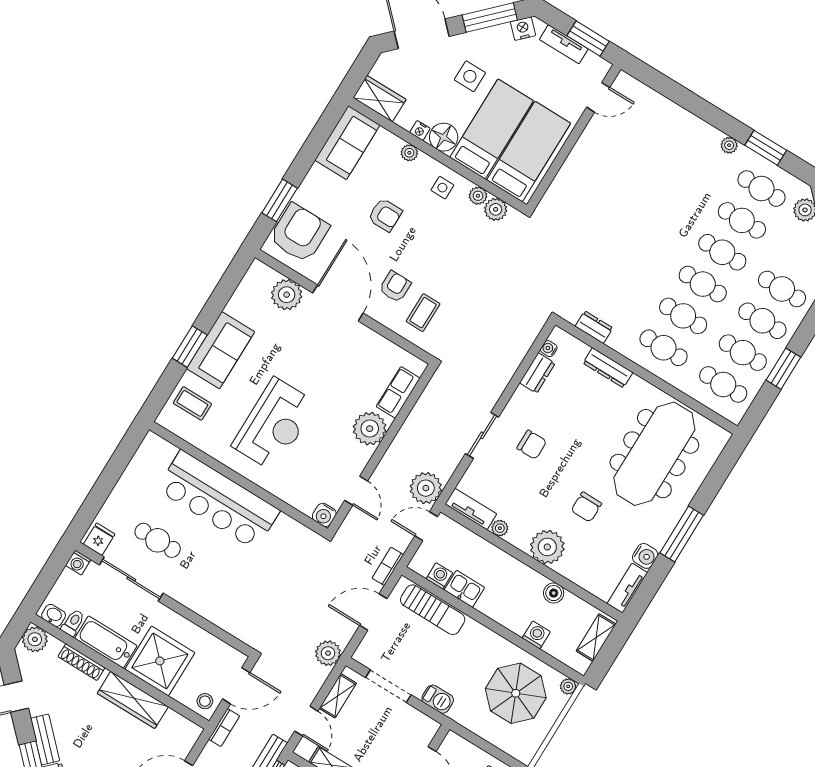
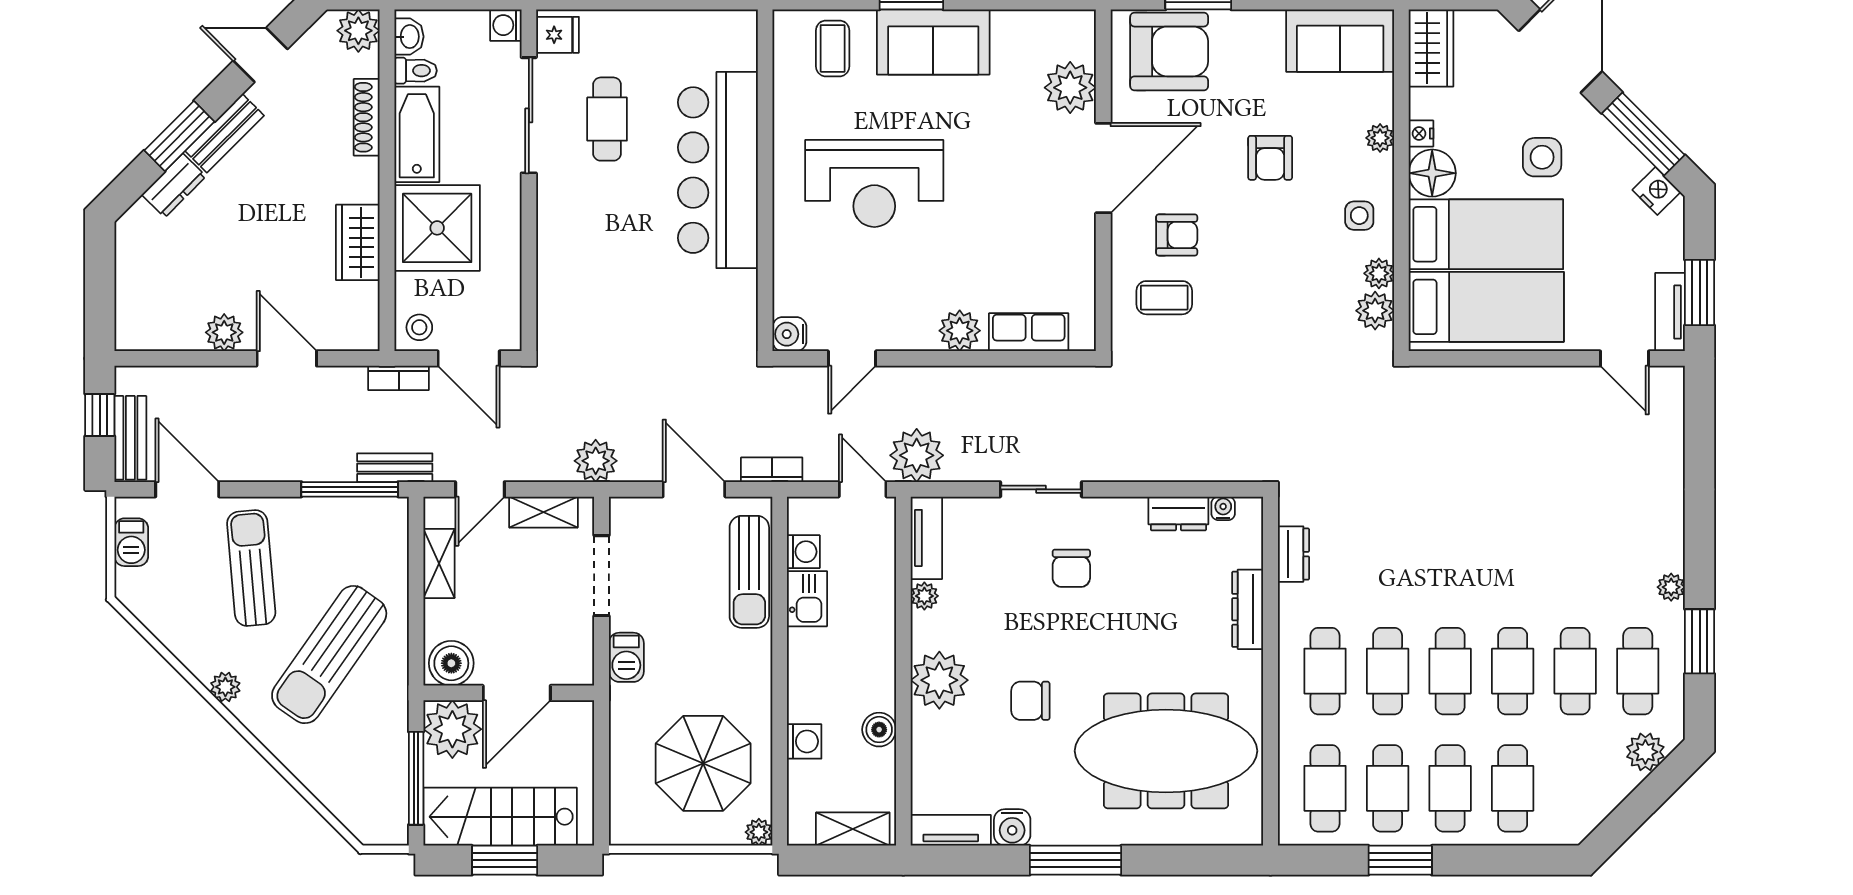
tv unit: (564, 44) -> (1670, 312), moved
plant: (370, 429) -> (960, 331), width x0.73, depth x0.73
wardrobe: (133, 700) -> (358, 242), width x0.67

